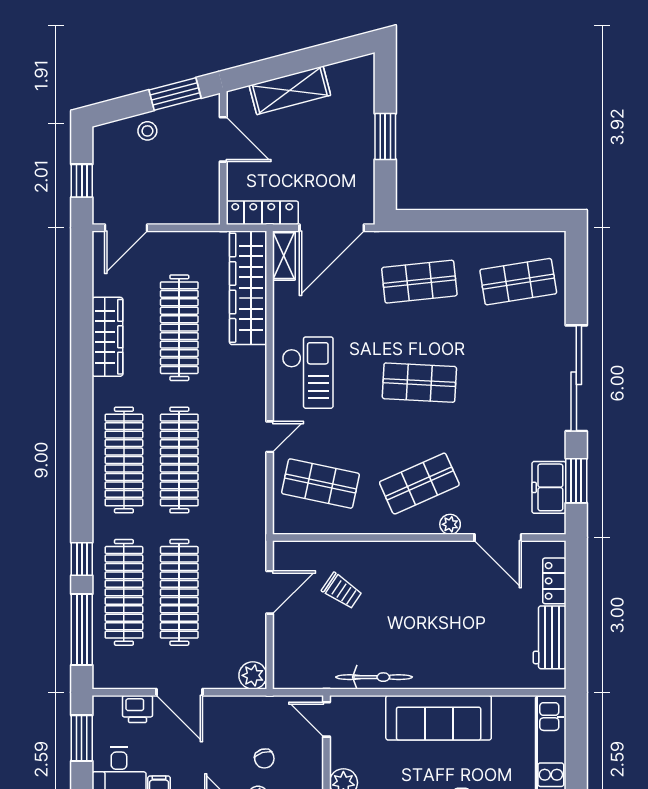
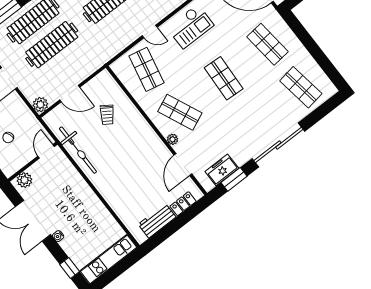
door: (270, 592) -> (70, 94), moved
bicycle: (374, 677) -> (78, 150), width x1.37, depth x1.40
sofa: (439, 718) -> (85, 200), removed

